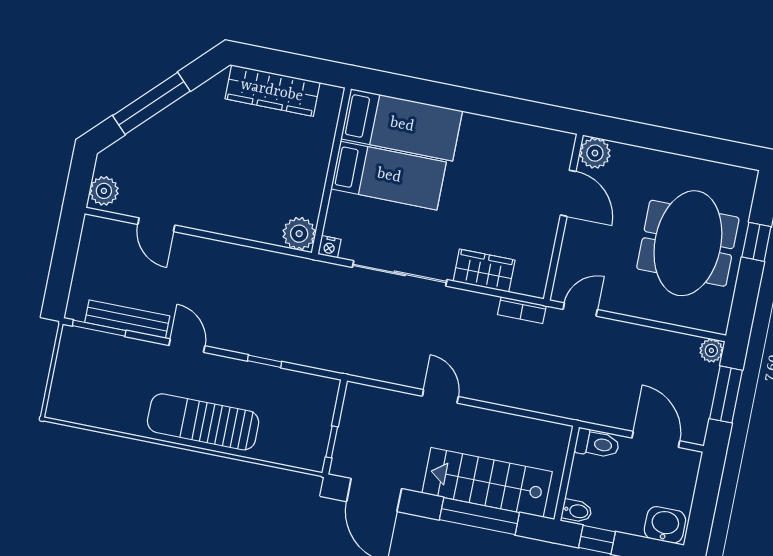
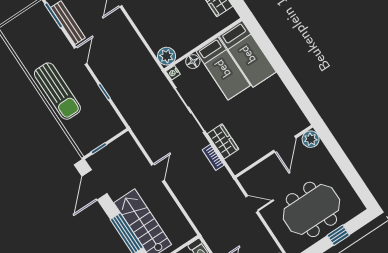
floor lamp: (340, 206) -> (193, 62), added
door: (580, 309) -> (252, 204), moved
bookcase: (522, 310) -> (213, 157), moved
sun lounger: (203, 422) -> (57, 91), turned 180

